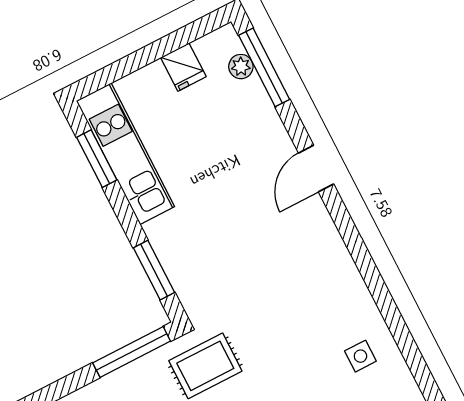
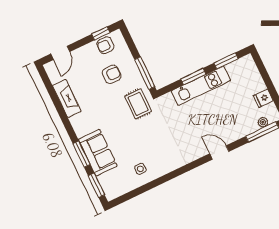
kitchen unit: (125, 154) -> (201, 86), moved
window: (154, 270) -> (193, 77), moved

